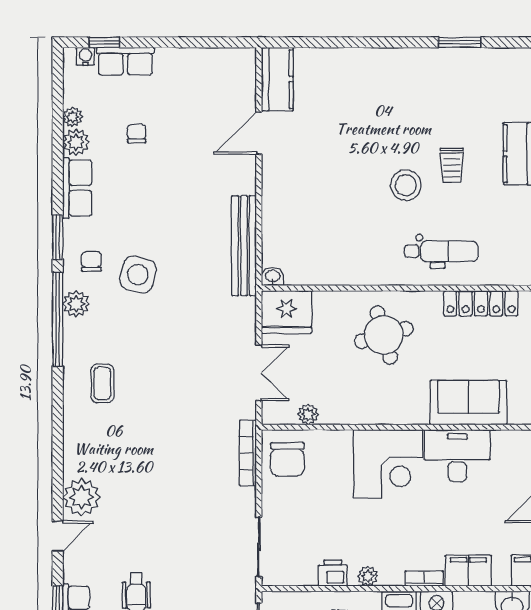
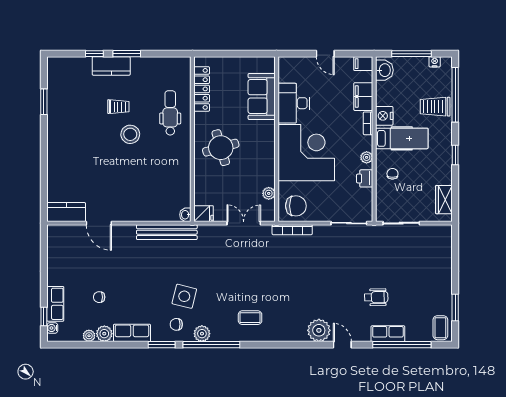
fridge: (286, 312) -> (204, 214), width x0.53, depth x0.75
corner desk: (388, 464) -> (306, 153), width x1.36, depth x1.36

